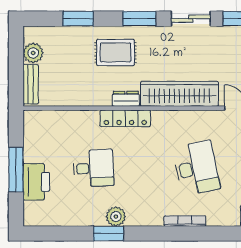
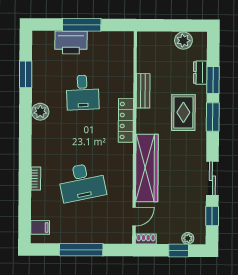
window: (139, 19) -> (213, 117), moved
bench: (31, 84) -> (143, 91), moved, turned 90
dresser: (126, 99) -> (200, 73), moved, turned 180
bookcase: (185, 221) -> (36, 178), width x0.64
window: (109, 234) -> (26, 74), moved

